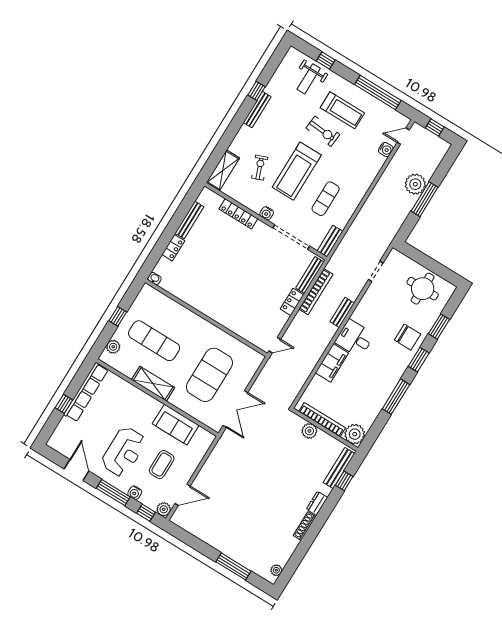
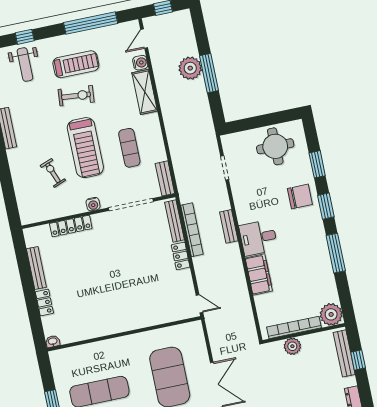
shelving: (223, 170) -> (145, 92), moved
door: (275, 345) -> (199, 304), hinge flipped

